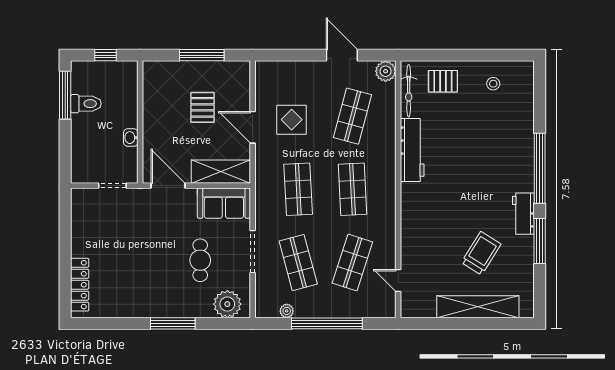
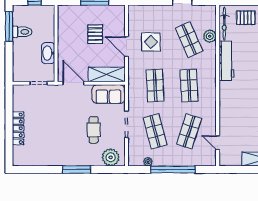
plant: (386, 71) -> (210, 36), moved
shop shelf: (352, 116) -> (189, 40), turned -39
washbasin: (131, 138) -> (48, 53), width x1.91, depth x1.45
locker: (80, 285) -> (18, 128), moved

